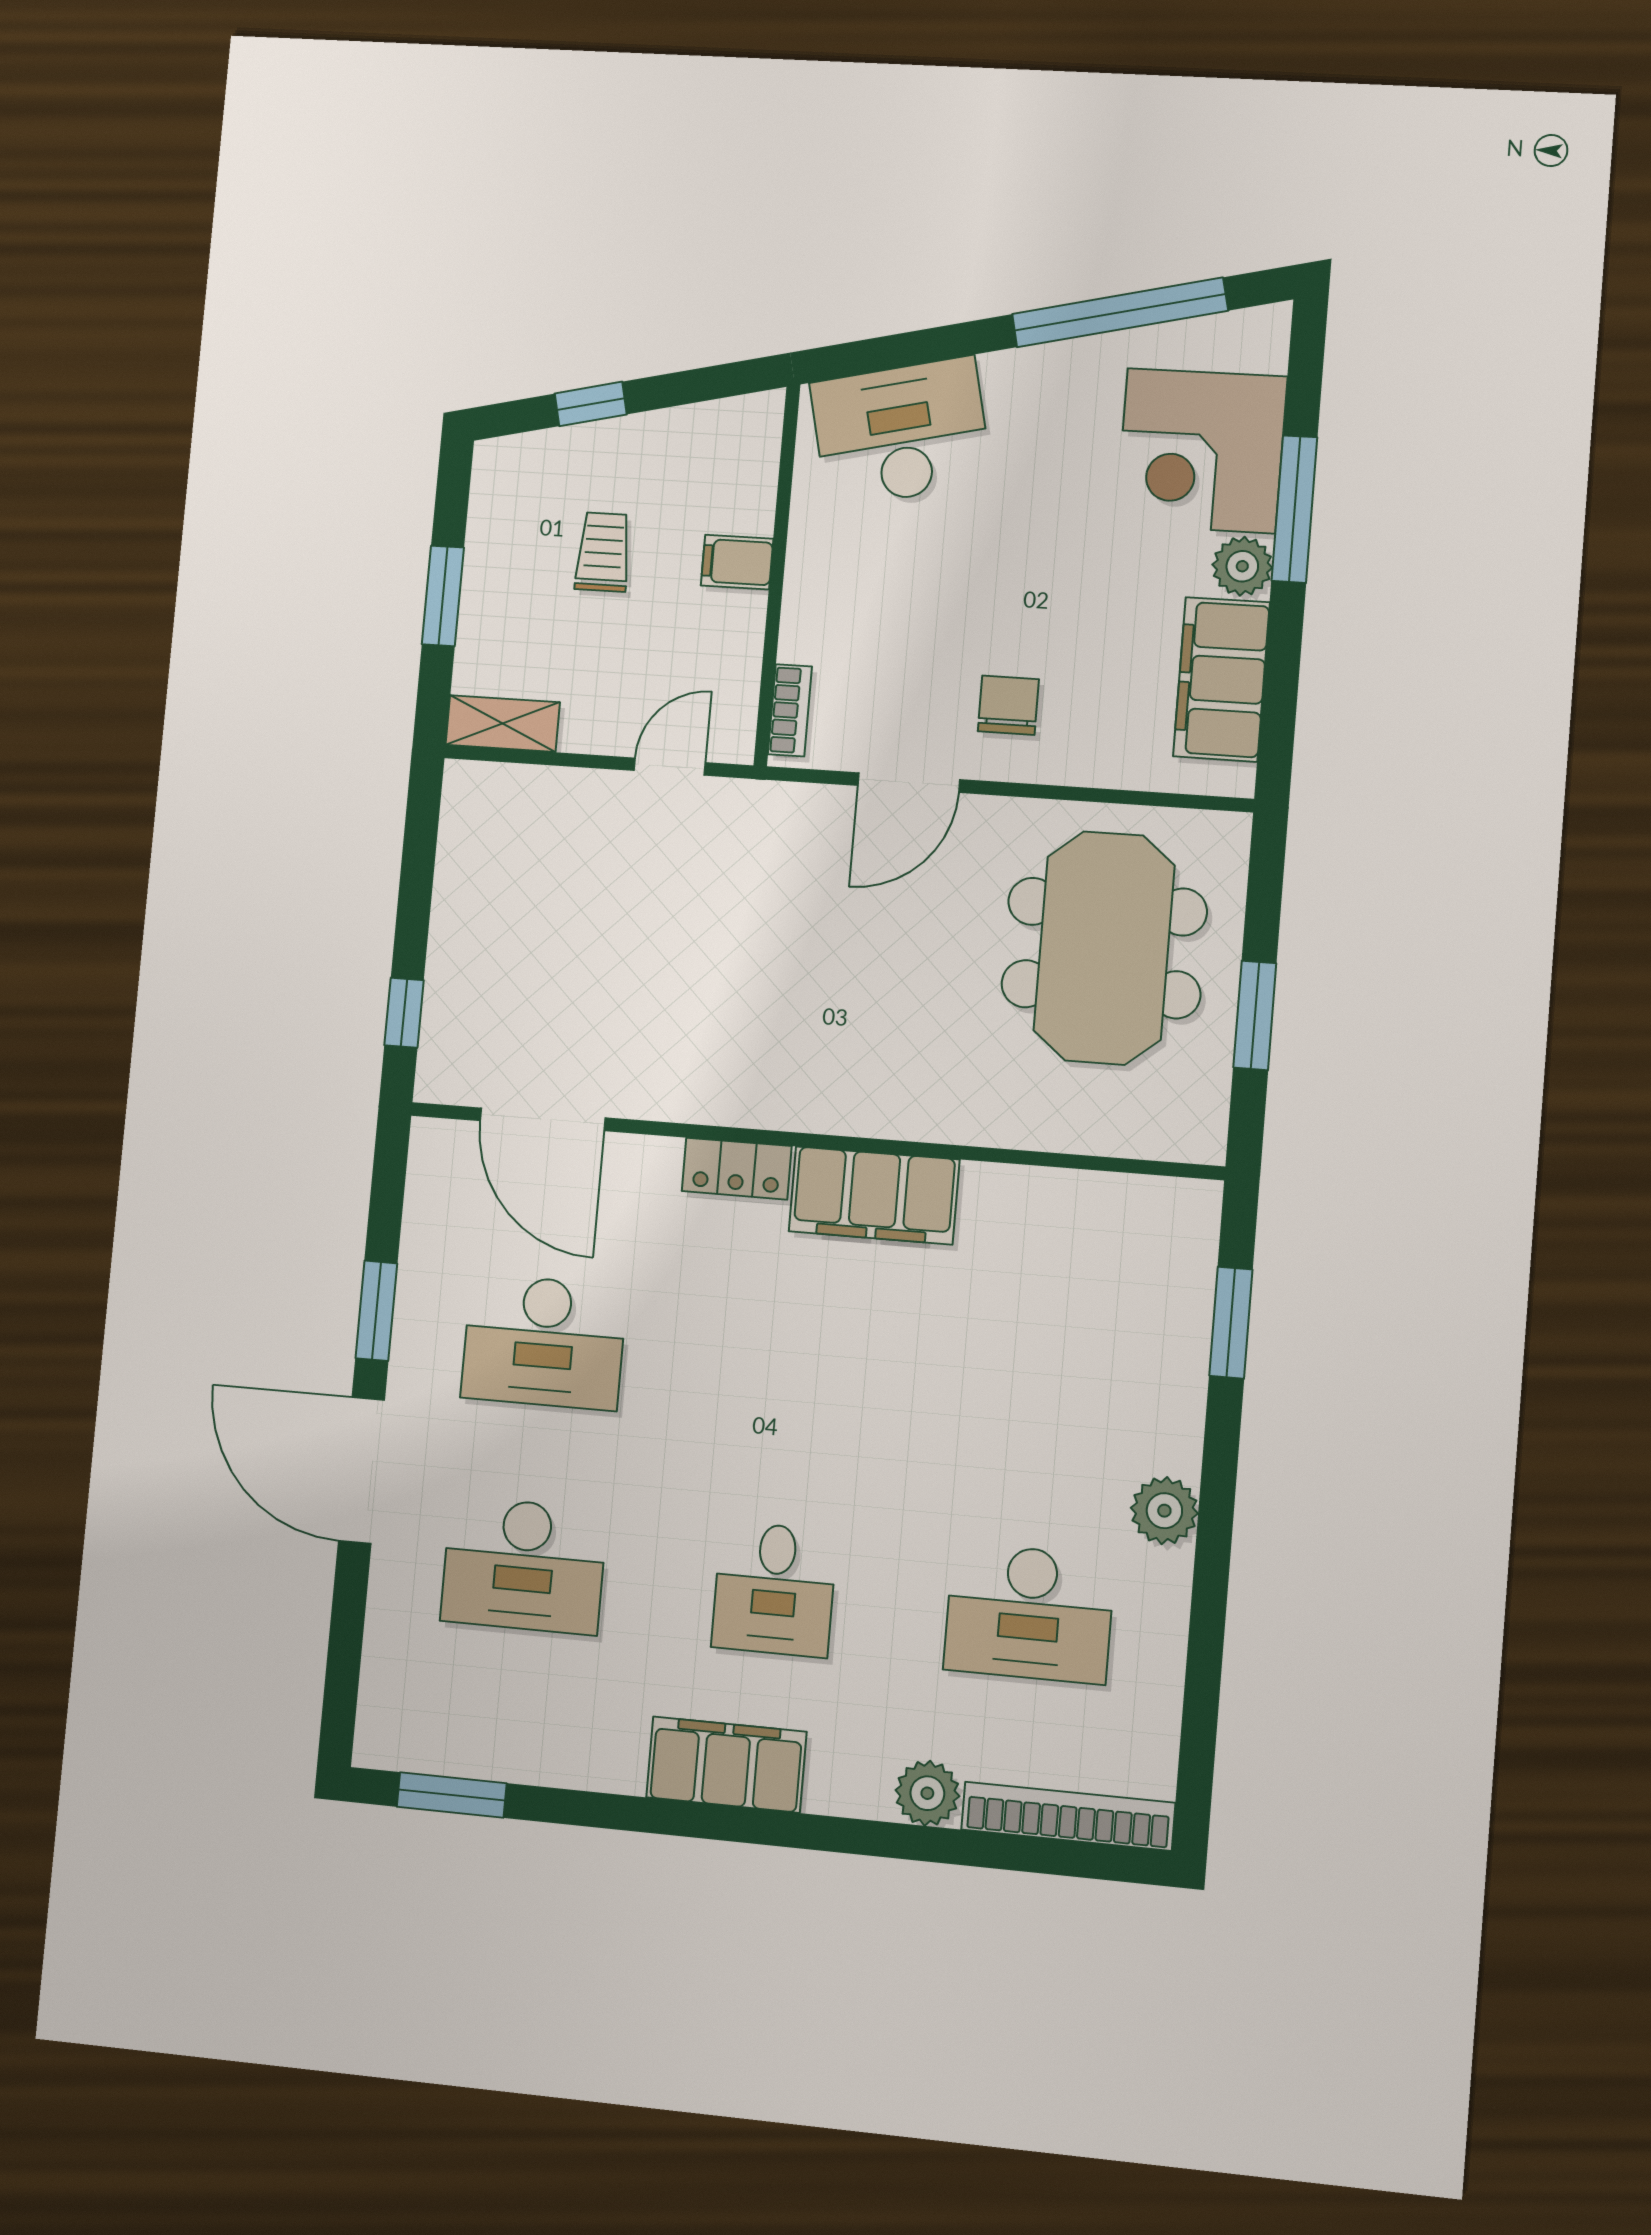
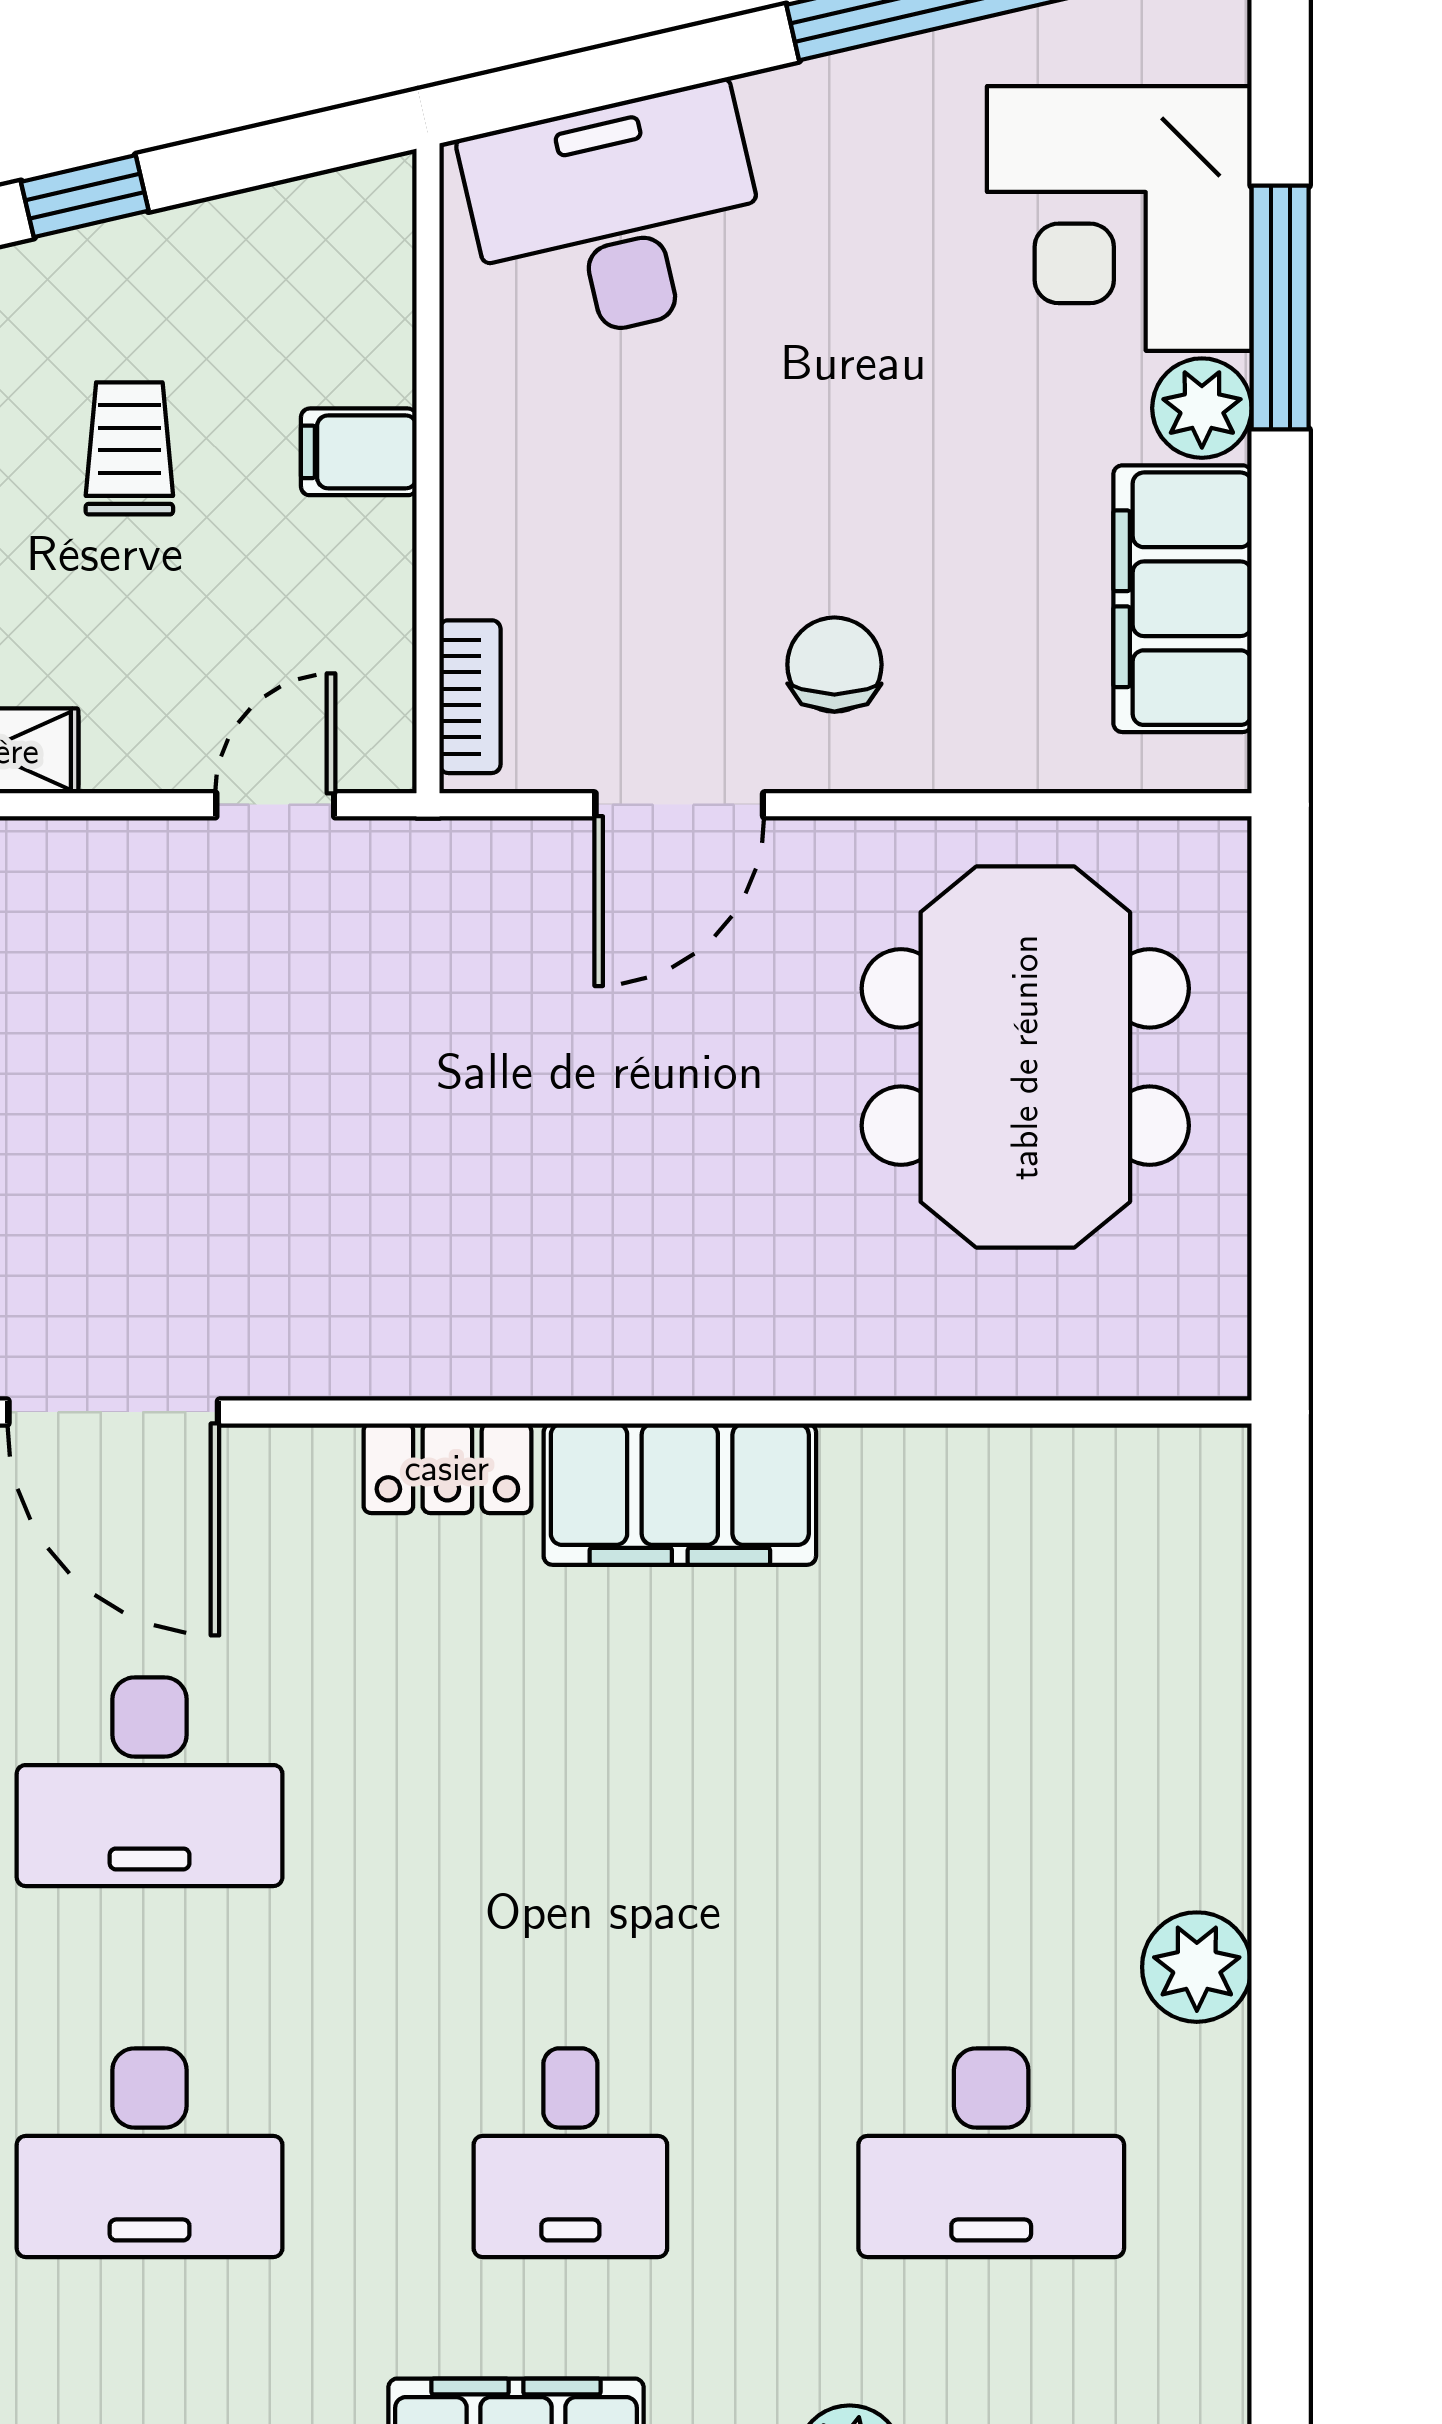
window: (1255, 1015) -> (1280, 1150), removed
window: (1231, 1323) -> (1280, 1654), removed

